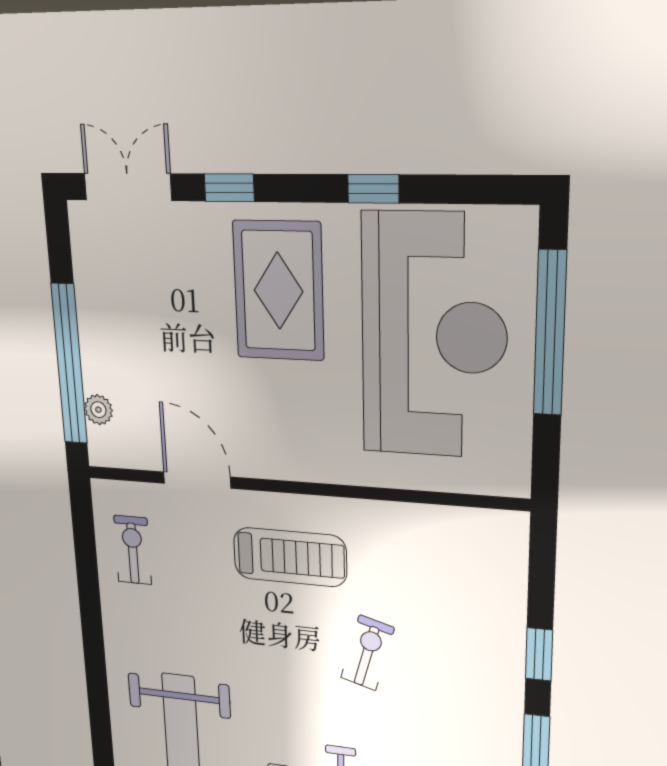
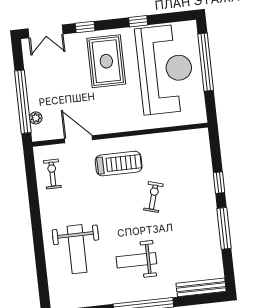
double door: (128, 187) -> (45, 31), swing flipped

